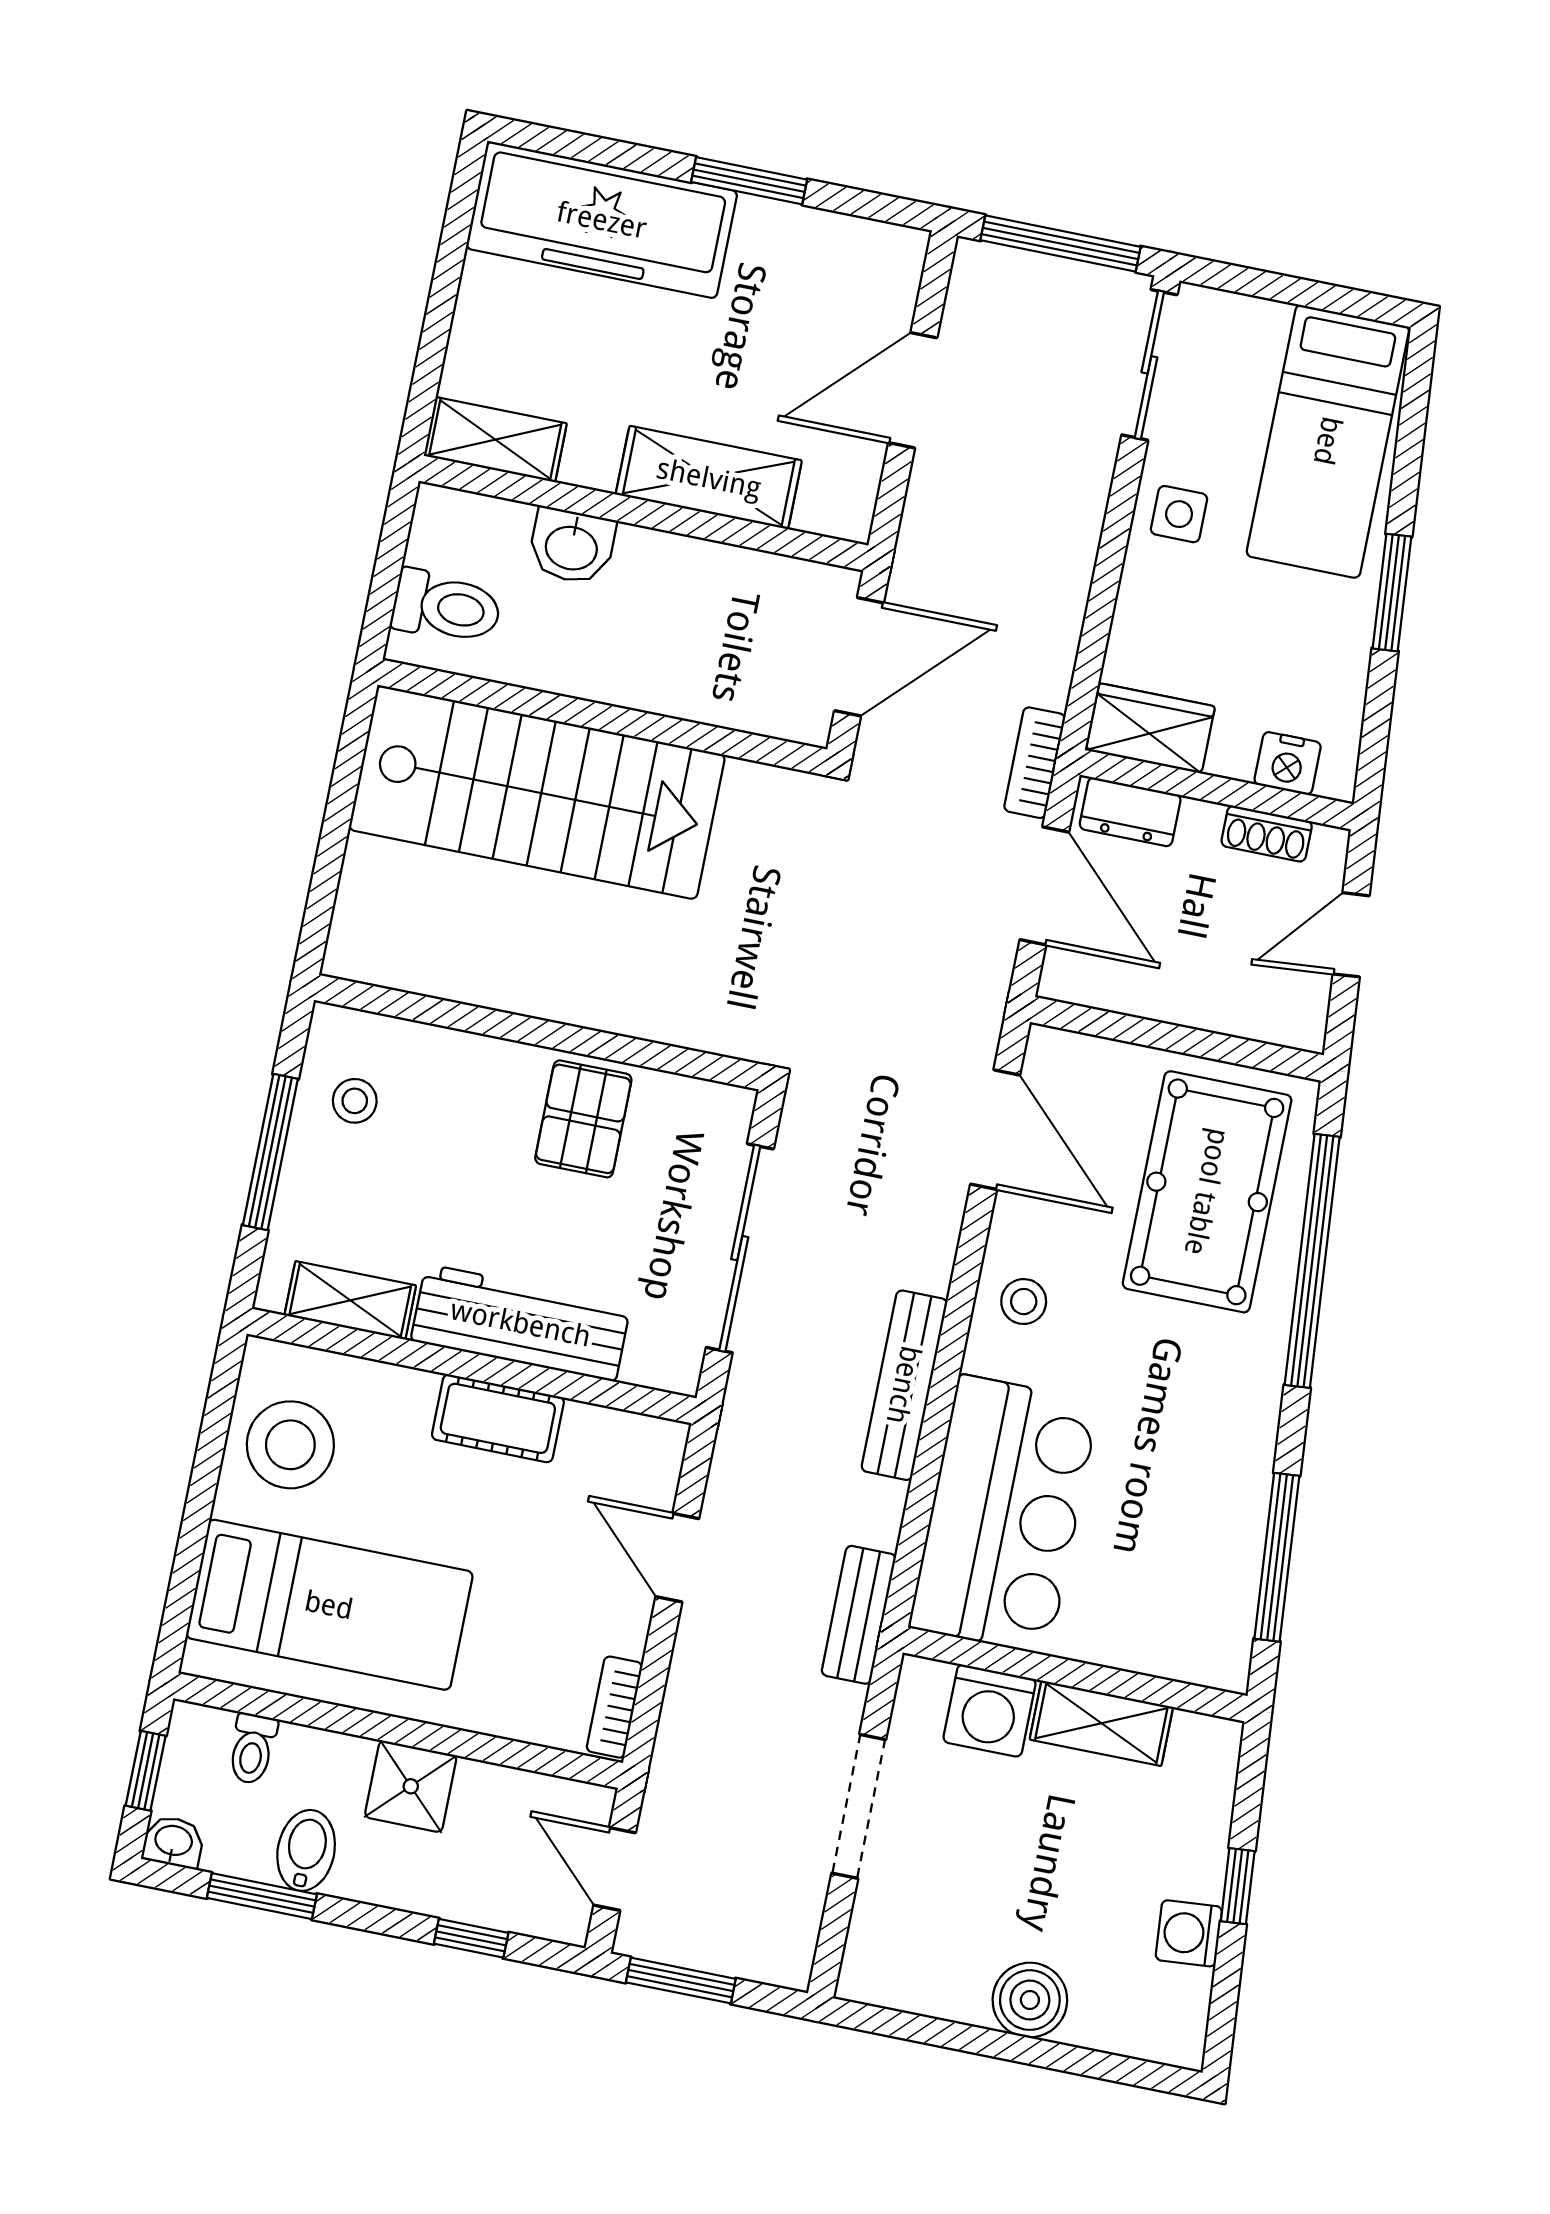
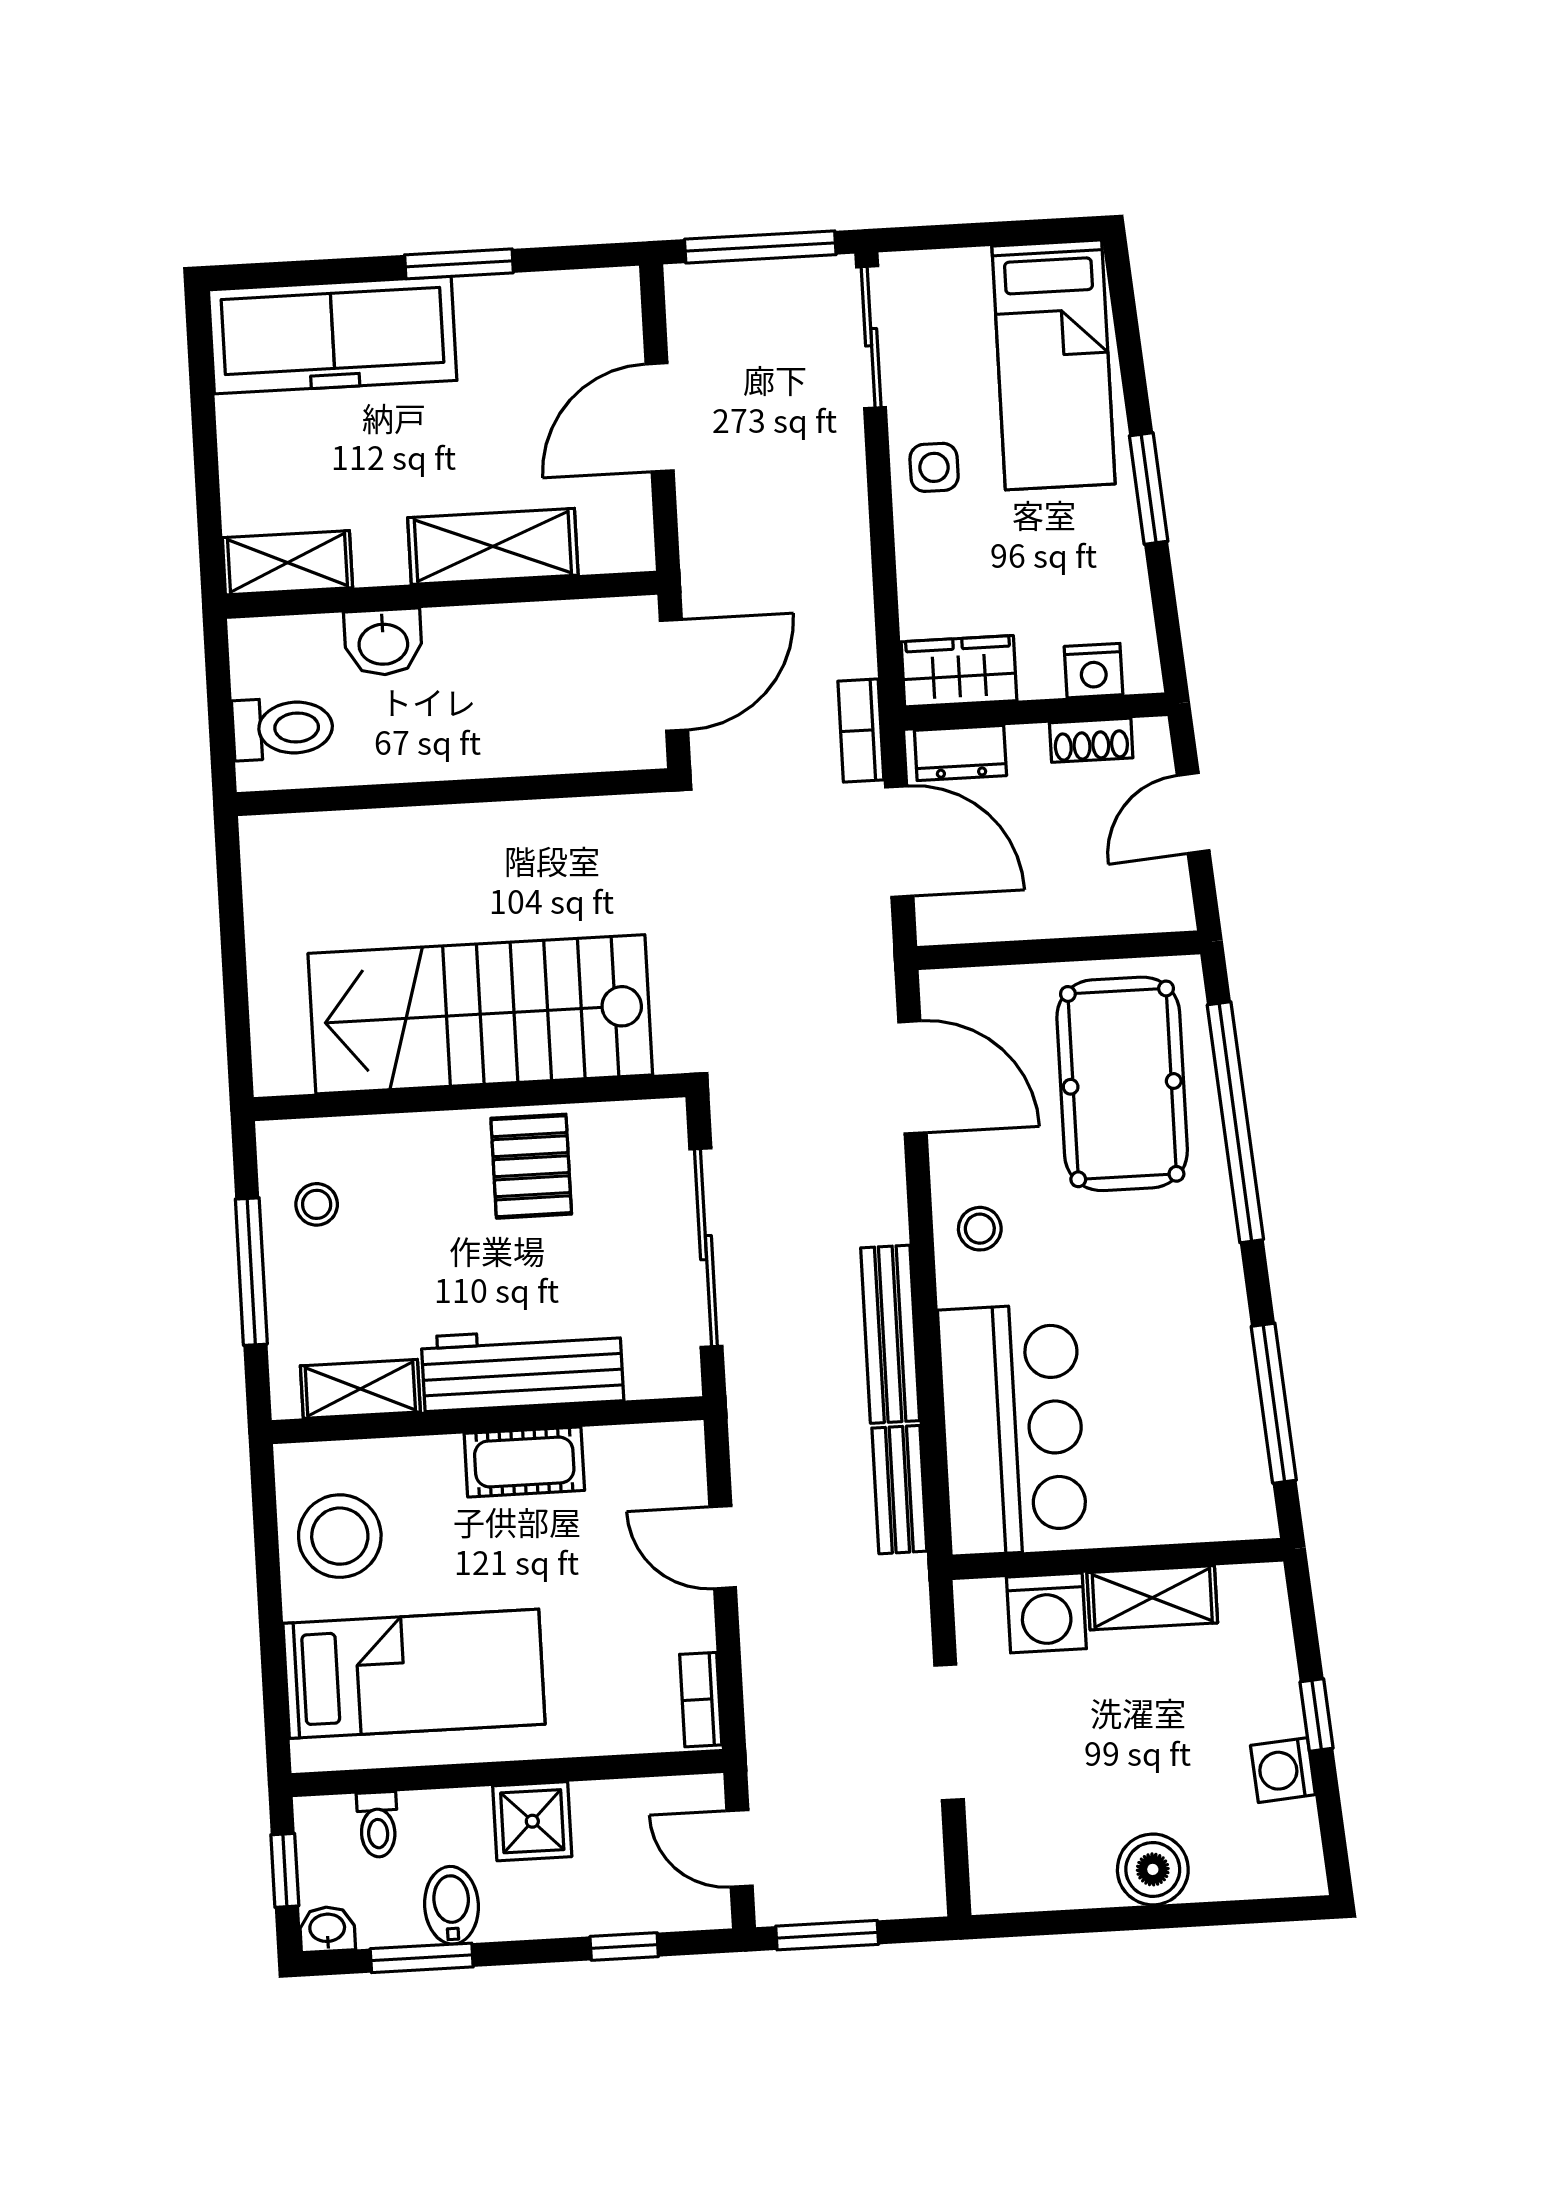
stairs: (537, 792) -> (480, 1014), moved, turned 180
bench: (859, 1615) -> (899, 1490), moved

